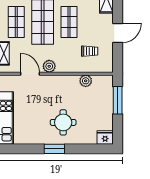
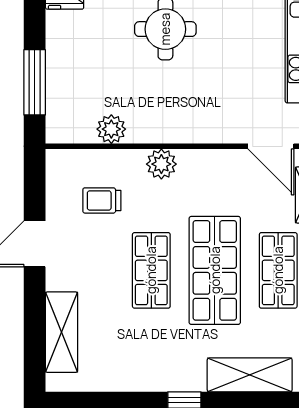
plant: (49, 66) -> (161, 164), moved
door: (30, 74) -> (271, 146), moved

